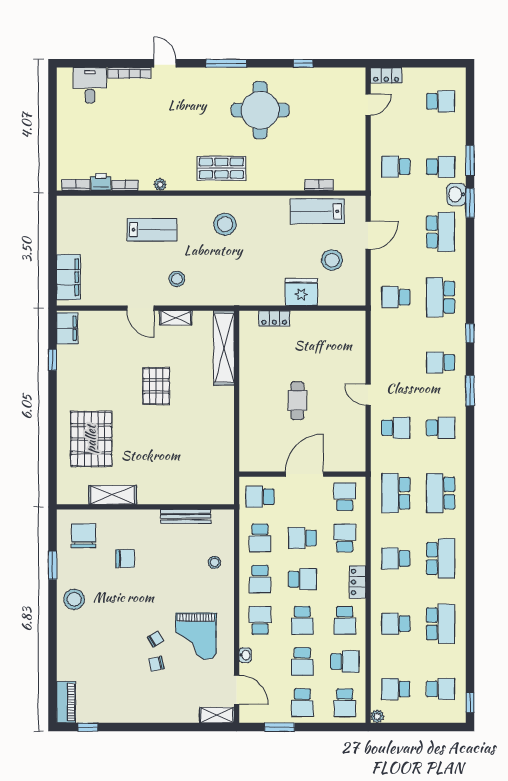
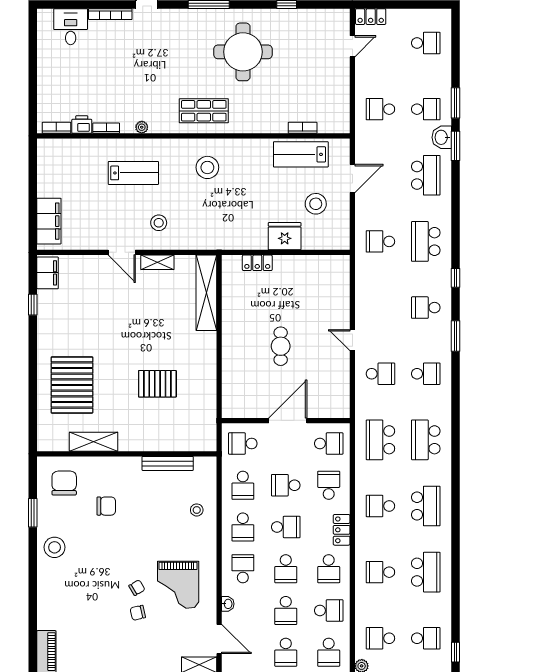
pallet: (156, 386) -> (157, 384), moved, turned 90
school desk: (345, 497) -> (329, 444), turned 90

